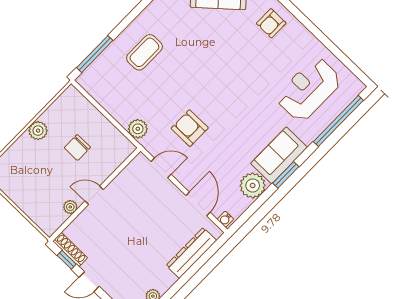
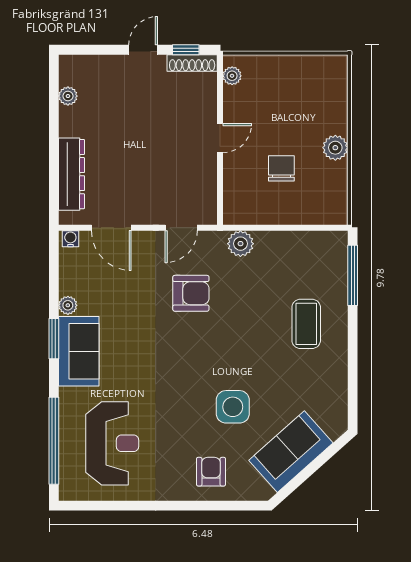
side table: (226, 46) -> (233, 407), added
plant: (253, 185) -> (68, 305), width x0.53, depth x0.53
plant: (70, 207) -> (232, 76), moved

